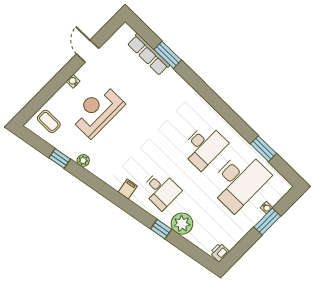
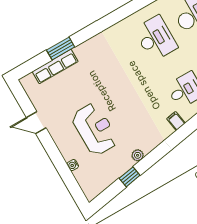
water cooler: (73, 81) -> (73, 165), moved
reception desk: (97, 111) -> (95, 129), turned 180
coffee table: (49, 121) -> (92, 177), removed

